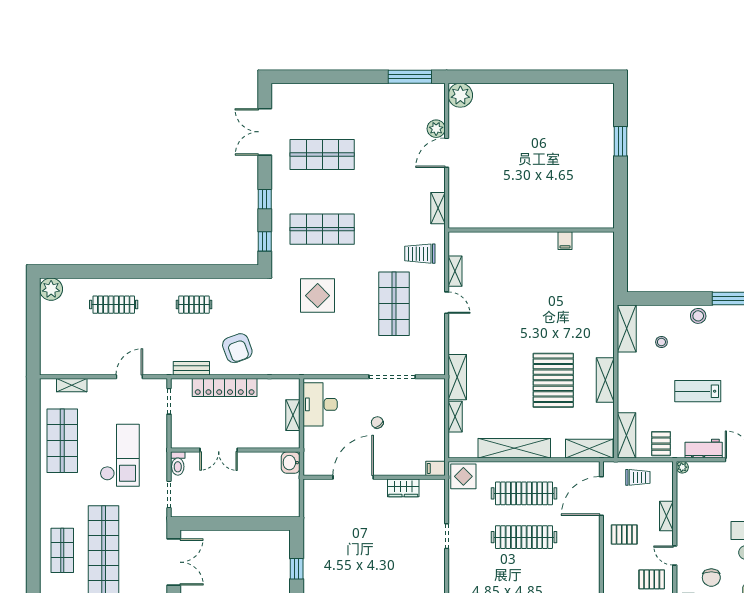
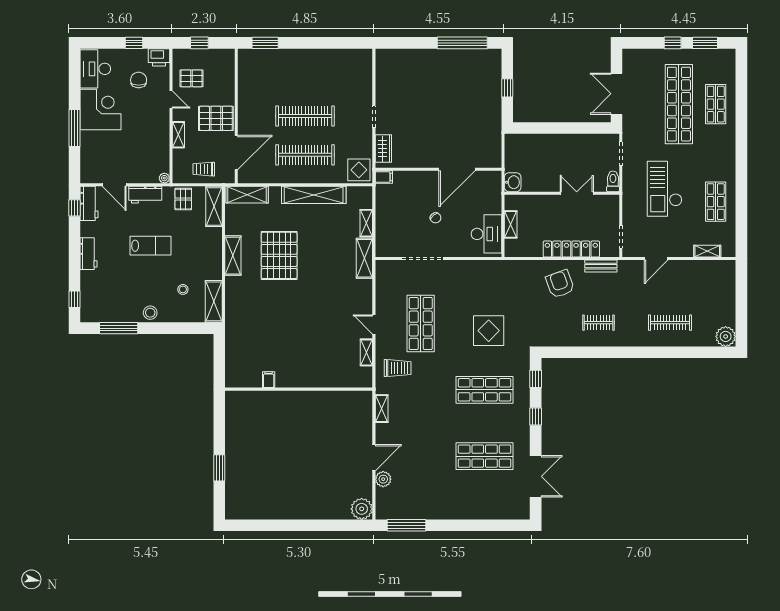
shop shelf: (62, 441) -> (716, 202), width x0.70, depth x0.74
wardrobe: (403, 488) -> (383, 149), moved, turned 90
pallet: (624, 534) -> (216, 118), width x1.50, depth x1.42

